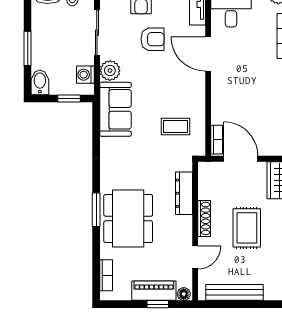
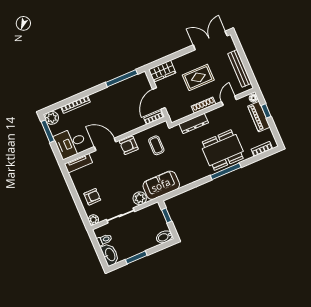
armchair: (153, 39) -> (129, 145), moved, turned -90
window: (28, 48) -> (136, 257), moved
door: (208, 54) -> (105, 144), swing flipped
washing machine: (85, 75) -> (148, 212), removed
window: (96, 210) -> (226, 171), width x1.44
door: (195, 257) -> (229, 101), hinge flipped

